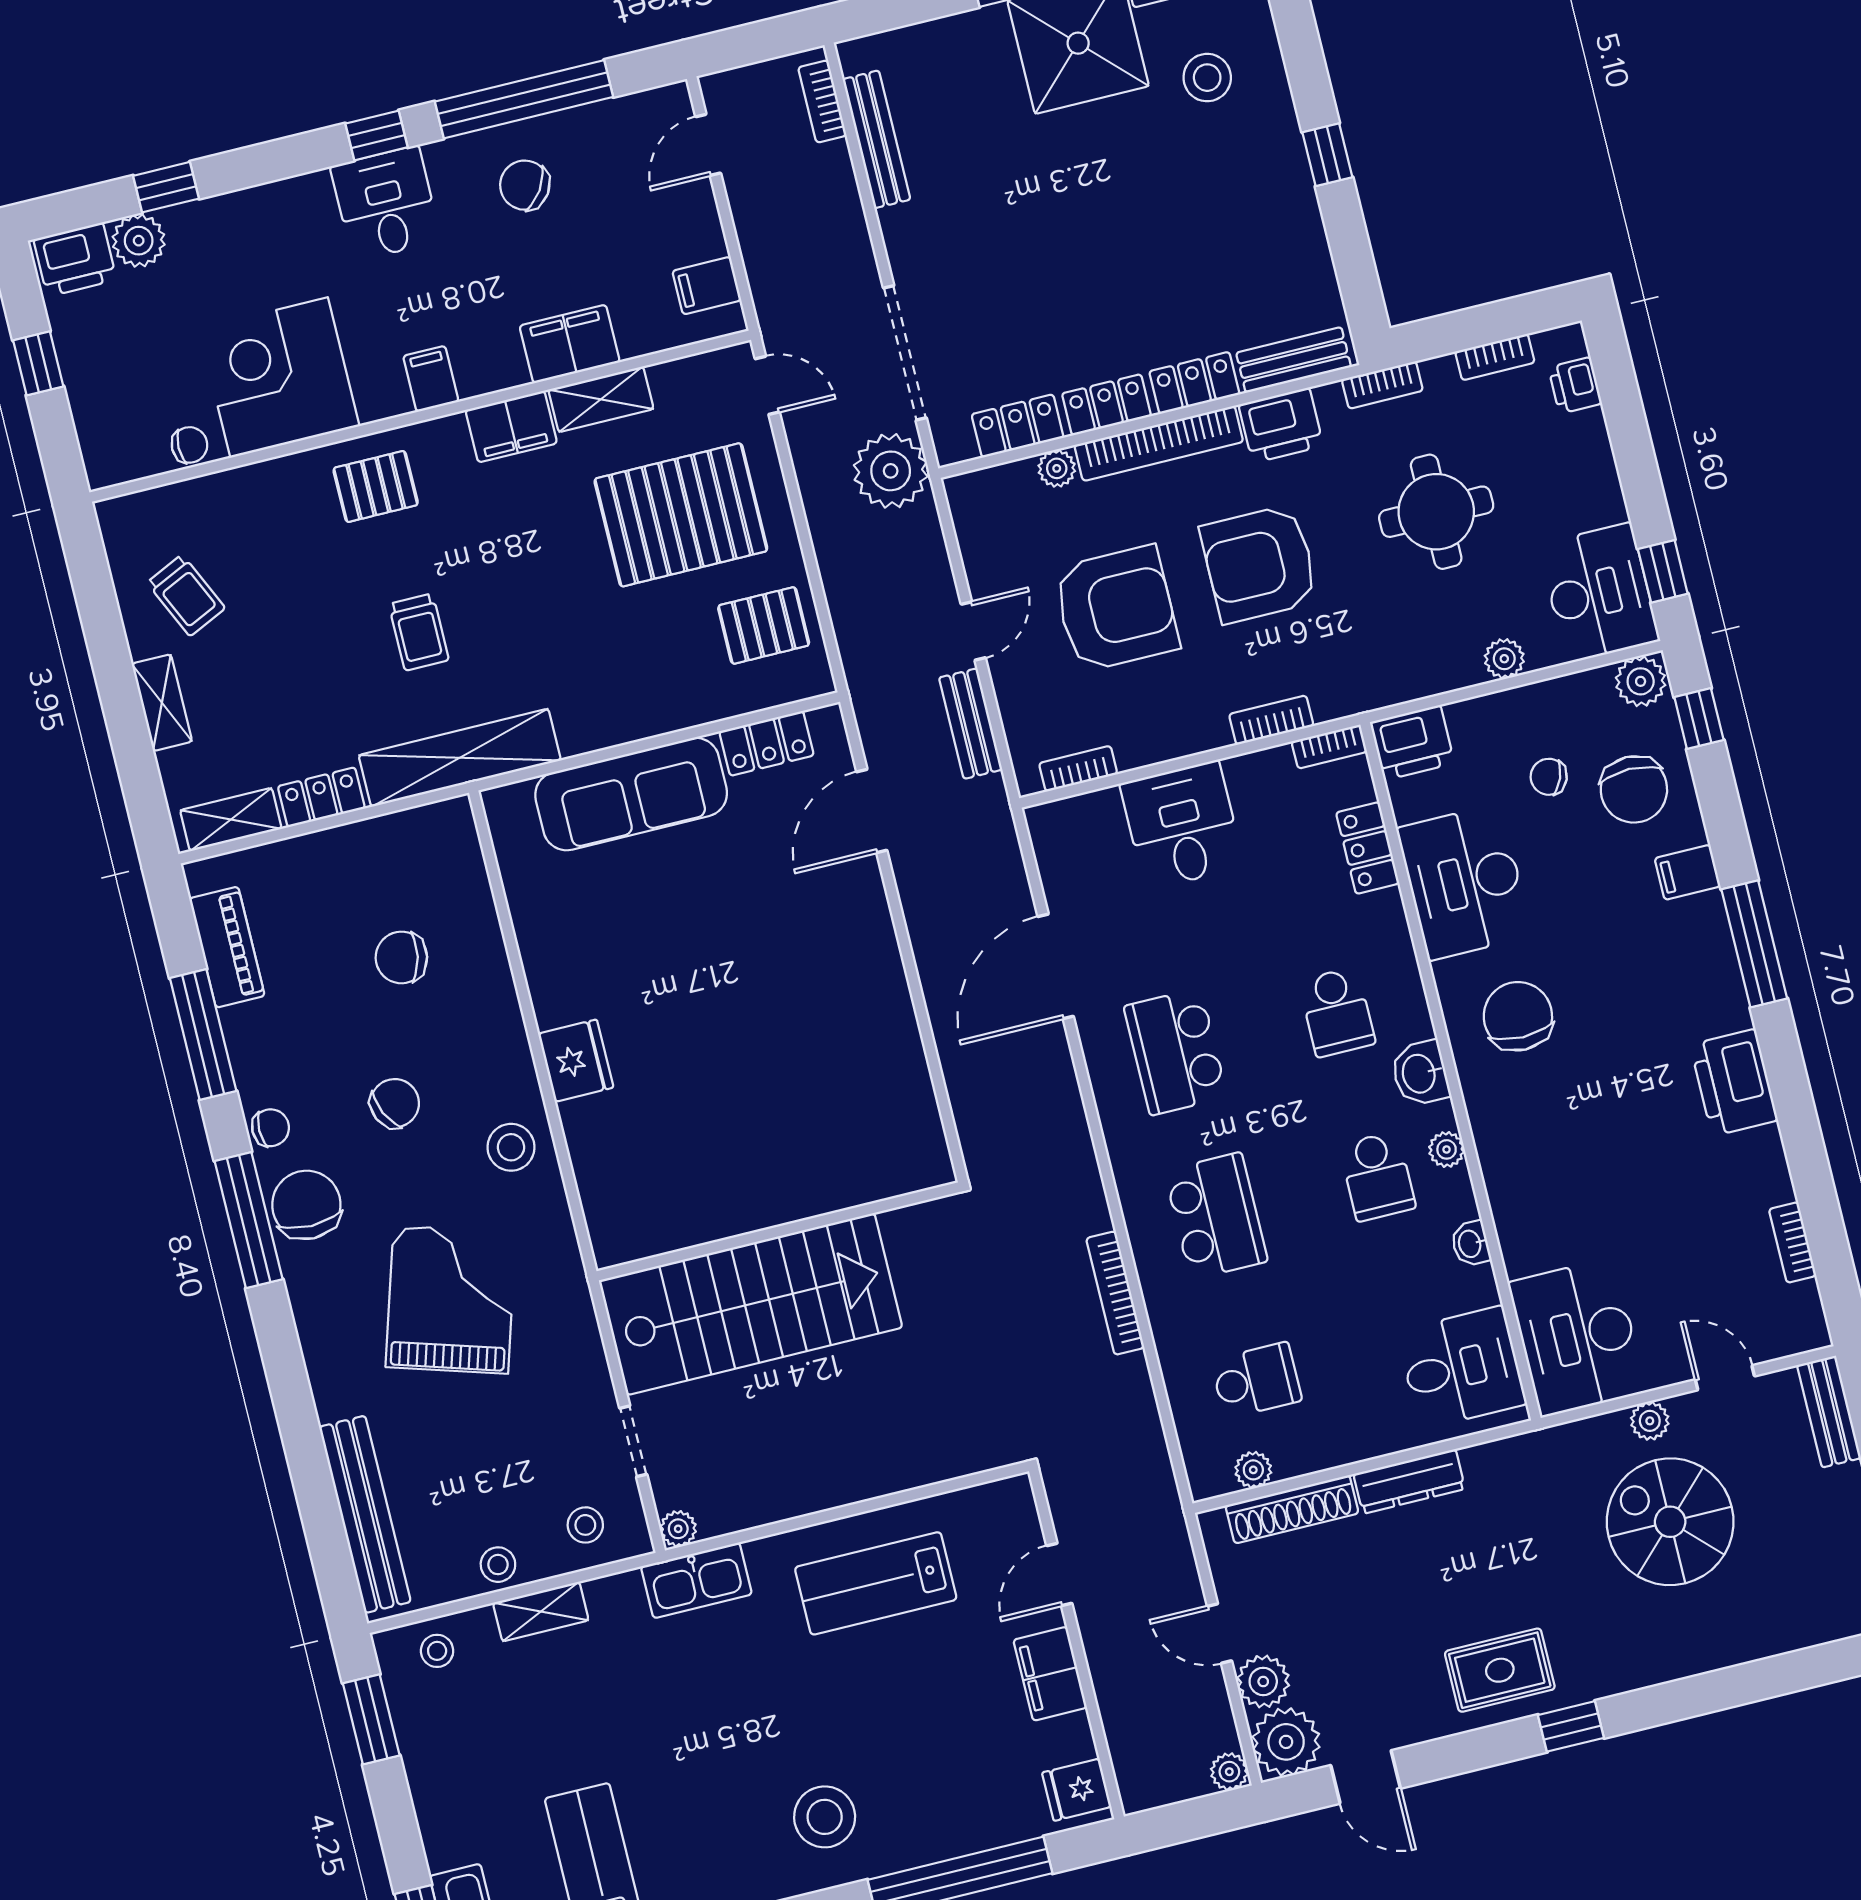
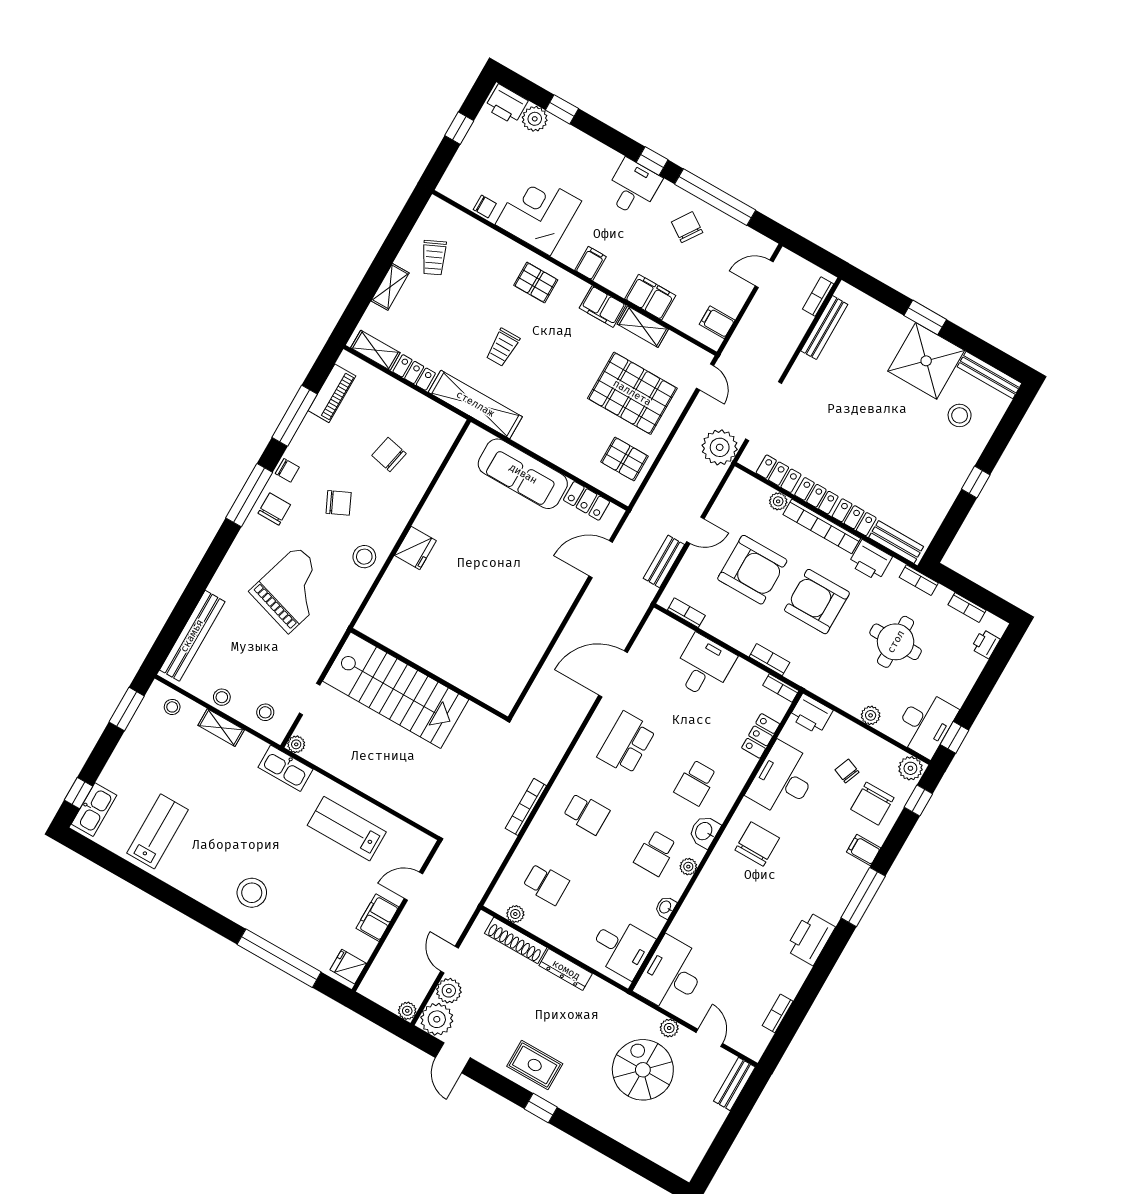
chair: (306, 1205) -> (274, 509), width x0.73, depth x0.73
school desk: (1216, 1216) -> (586, 813), width x0.54

